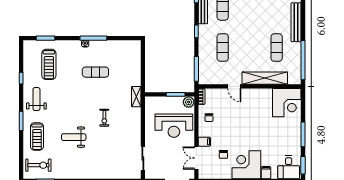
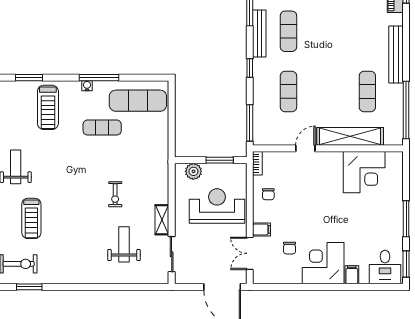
exercise mat: (120, 54) -> (138, 101), added
treadmill: (49, 64) -> (48, 107), moved
door: (234, 86) -> (305, 148), swing flipped
shelving: (136, 97) -> (162, 220), moved
plant: (189, 102) -> (193, 171), moved
corner desk: (287, 103) -> (364, 172), moved
reception desk: (174, 126) -> (217, 206), turned 180
treadmill: (37, 136) -> (31, 218), moved
weight bench: (74, 137) -> (124, 244), moved, turned 90

